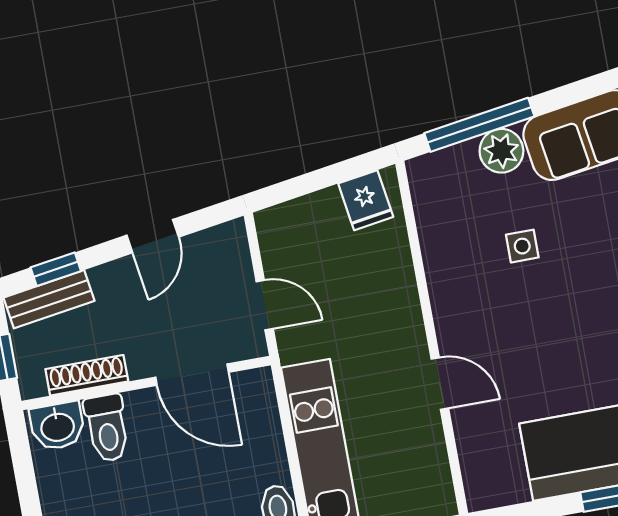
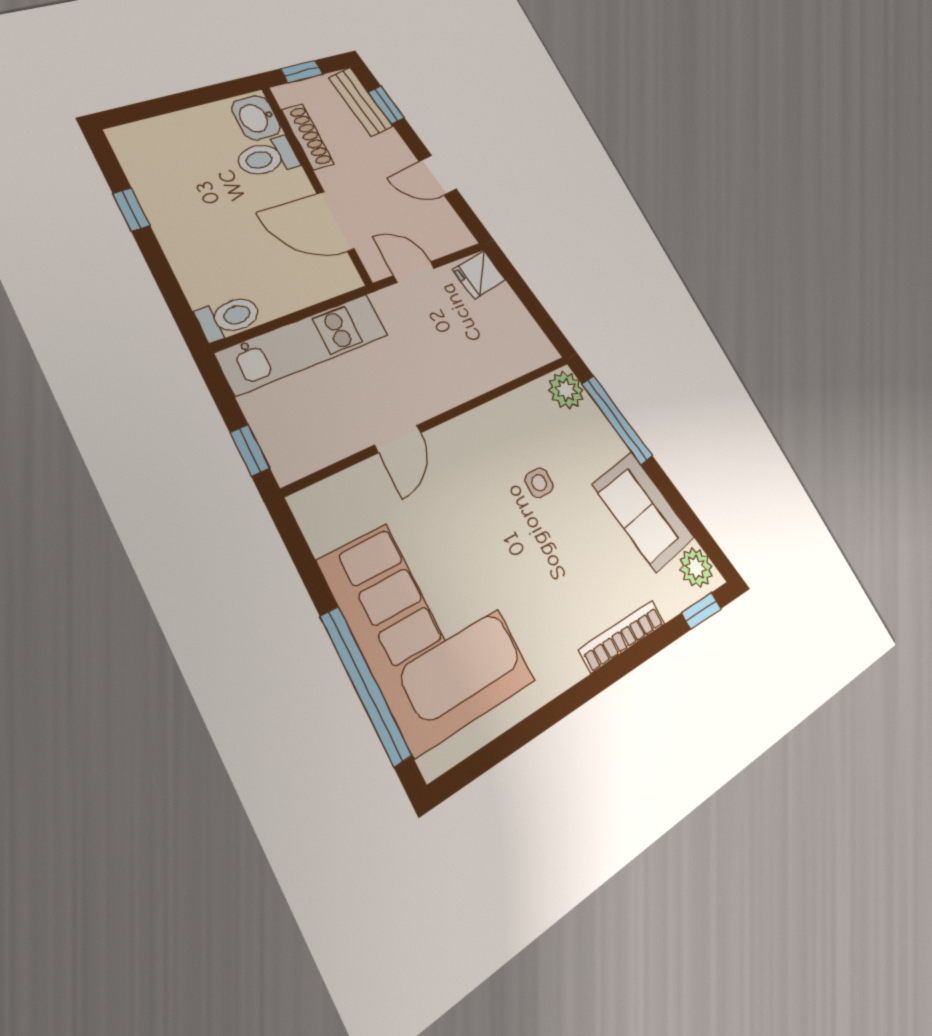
plant: (501, 151) -> (566, 390), moved
fridge: (366, 200) -> (479, 275), moved
door: (265, 305) -> (414, 272), swing flipped
door: (192, 375) -> (336, 221), hinge flipped

